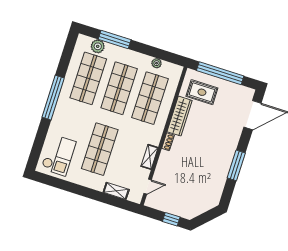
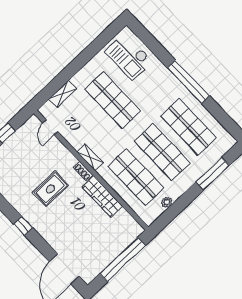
plant: (98, 46) -> (215, 153), removed
rug: (202, 92) -> (50, 189), moved
shelving: (150, 157) -> (90, 157), moved
window: (236, 165) -> (23, 226), width x0.46

